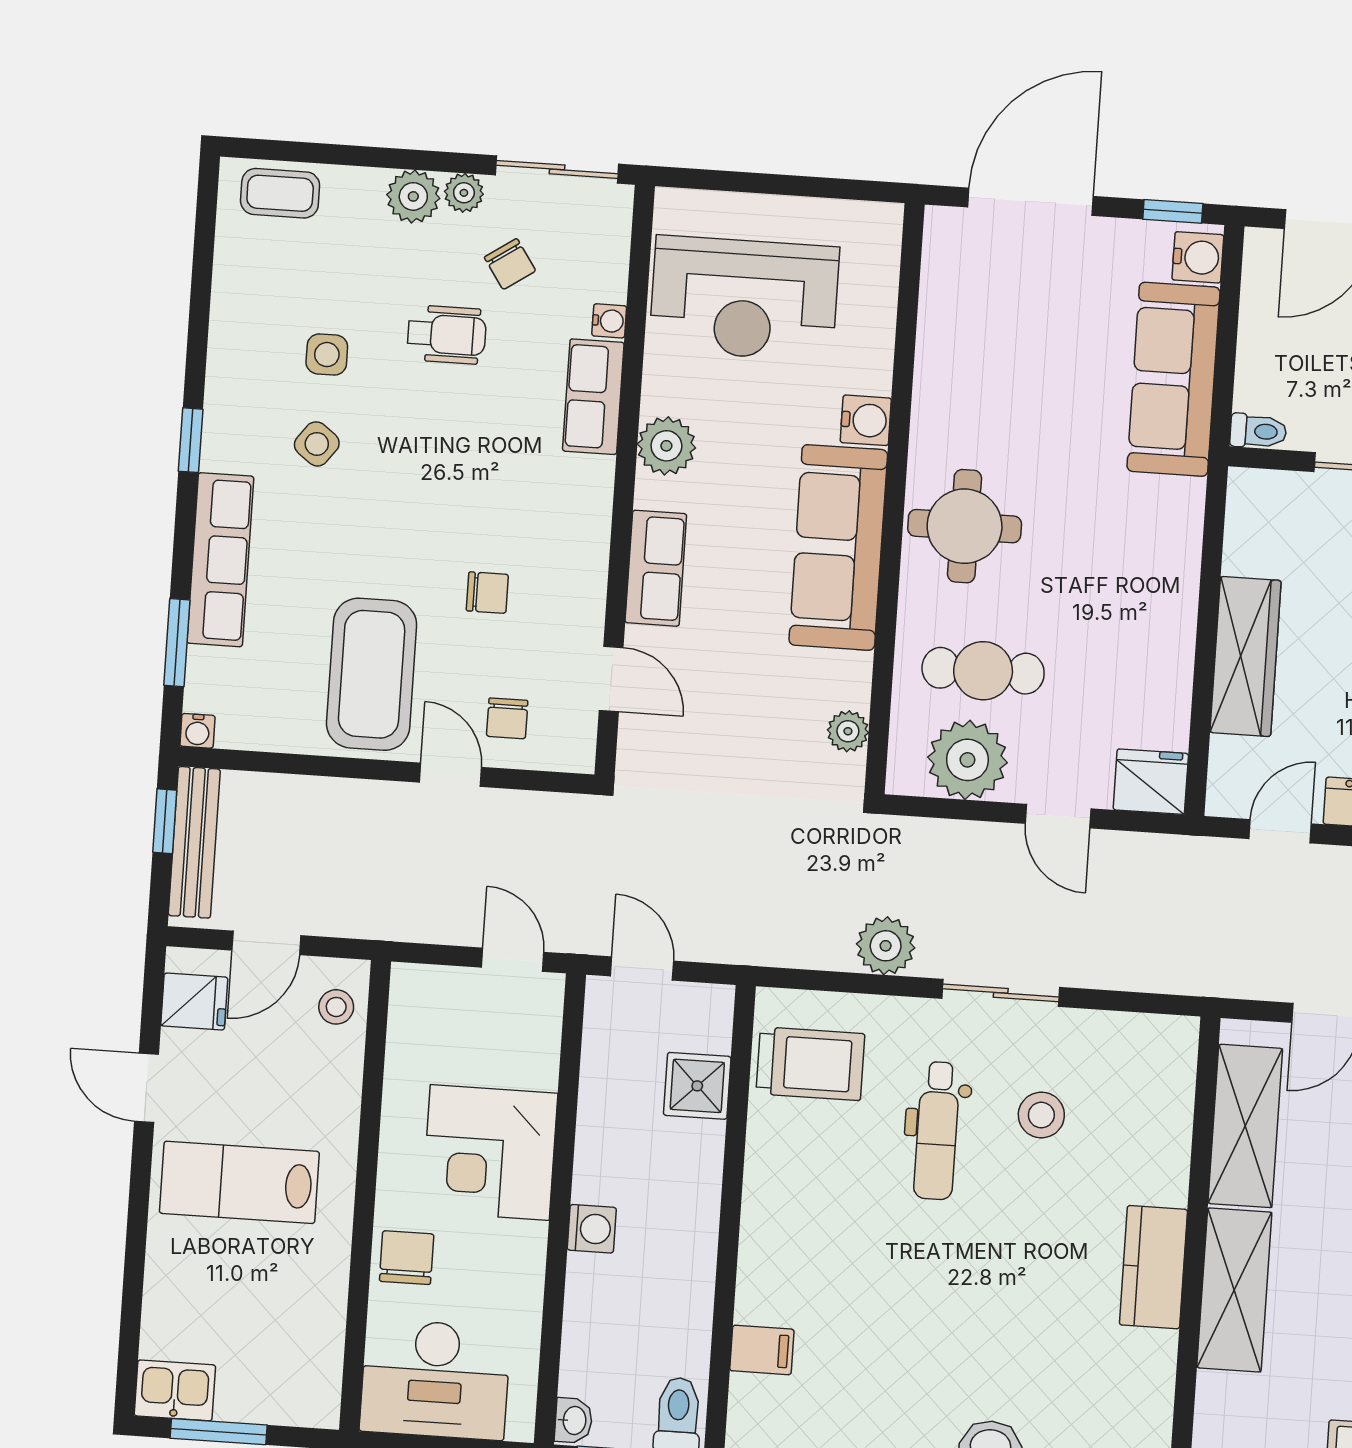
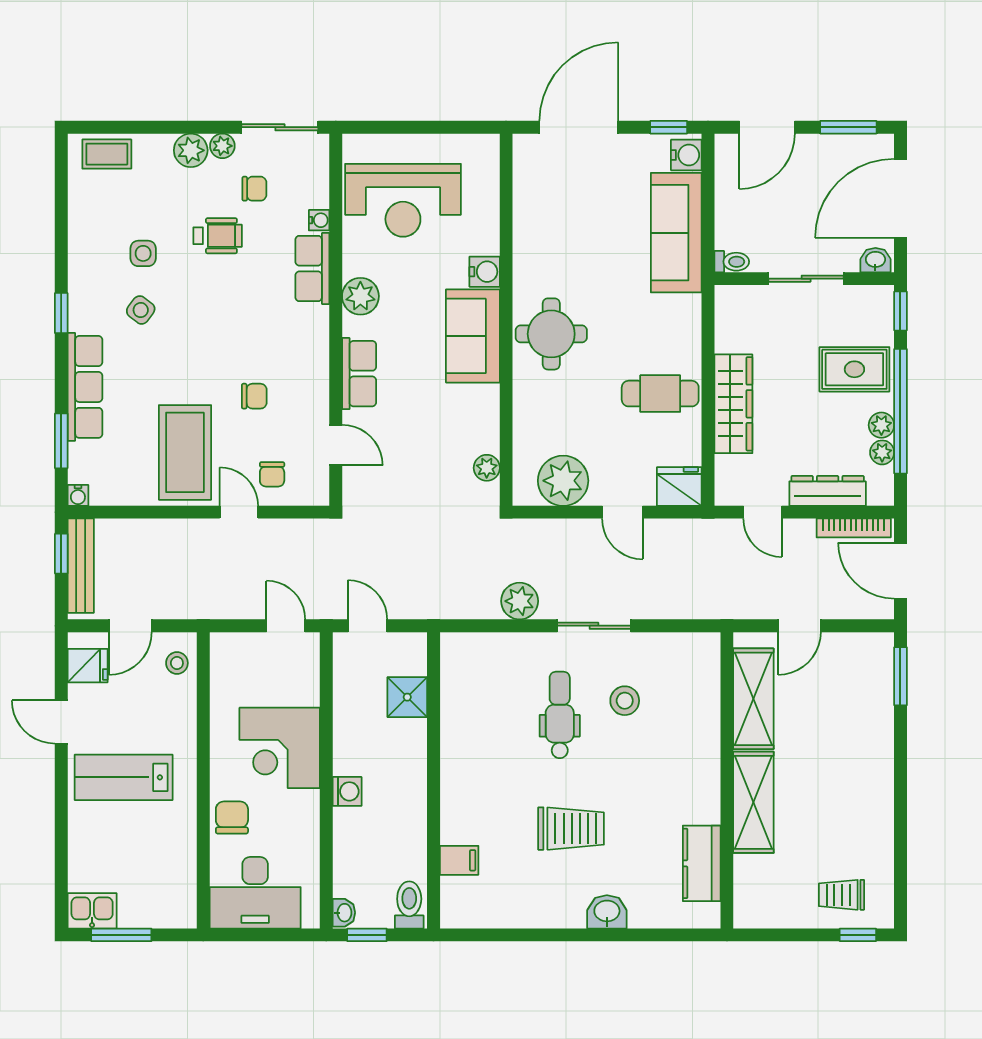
chair: (510, 264) -> (254, 189), turned -56
sofa: (838, 547) -> (473, 336), width x0.73
cafe table: (983, 671) -> (660, 394), moved
door: (1280, 831) -> (763, 512), swing flipped
trolley: (810, 1064) -> (571, 829), moved
dental chair: (937, 1131) -> (560, 715), turned 180
kitchen counter: (1153, 1267) -> (702, 863), moved

